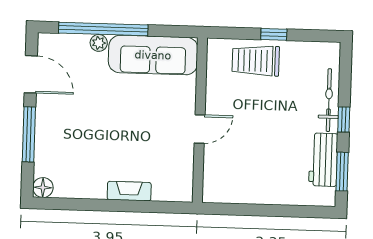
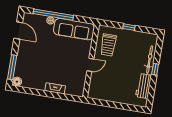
trolley: (256, 61) -> (108, 45), moved, turned -90
window: (29, 134) -> (12, 67), moved
window: (342, 172) -> (151, 92), removed

